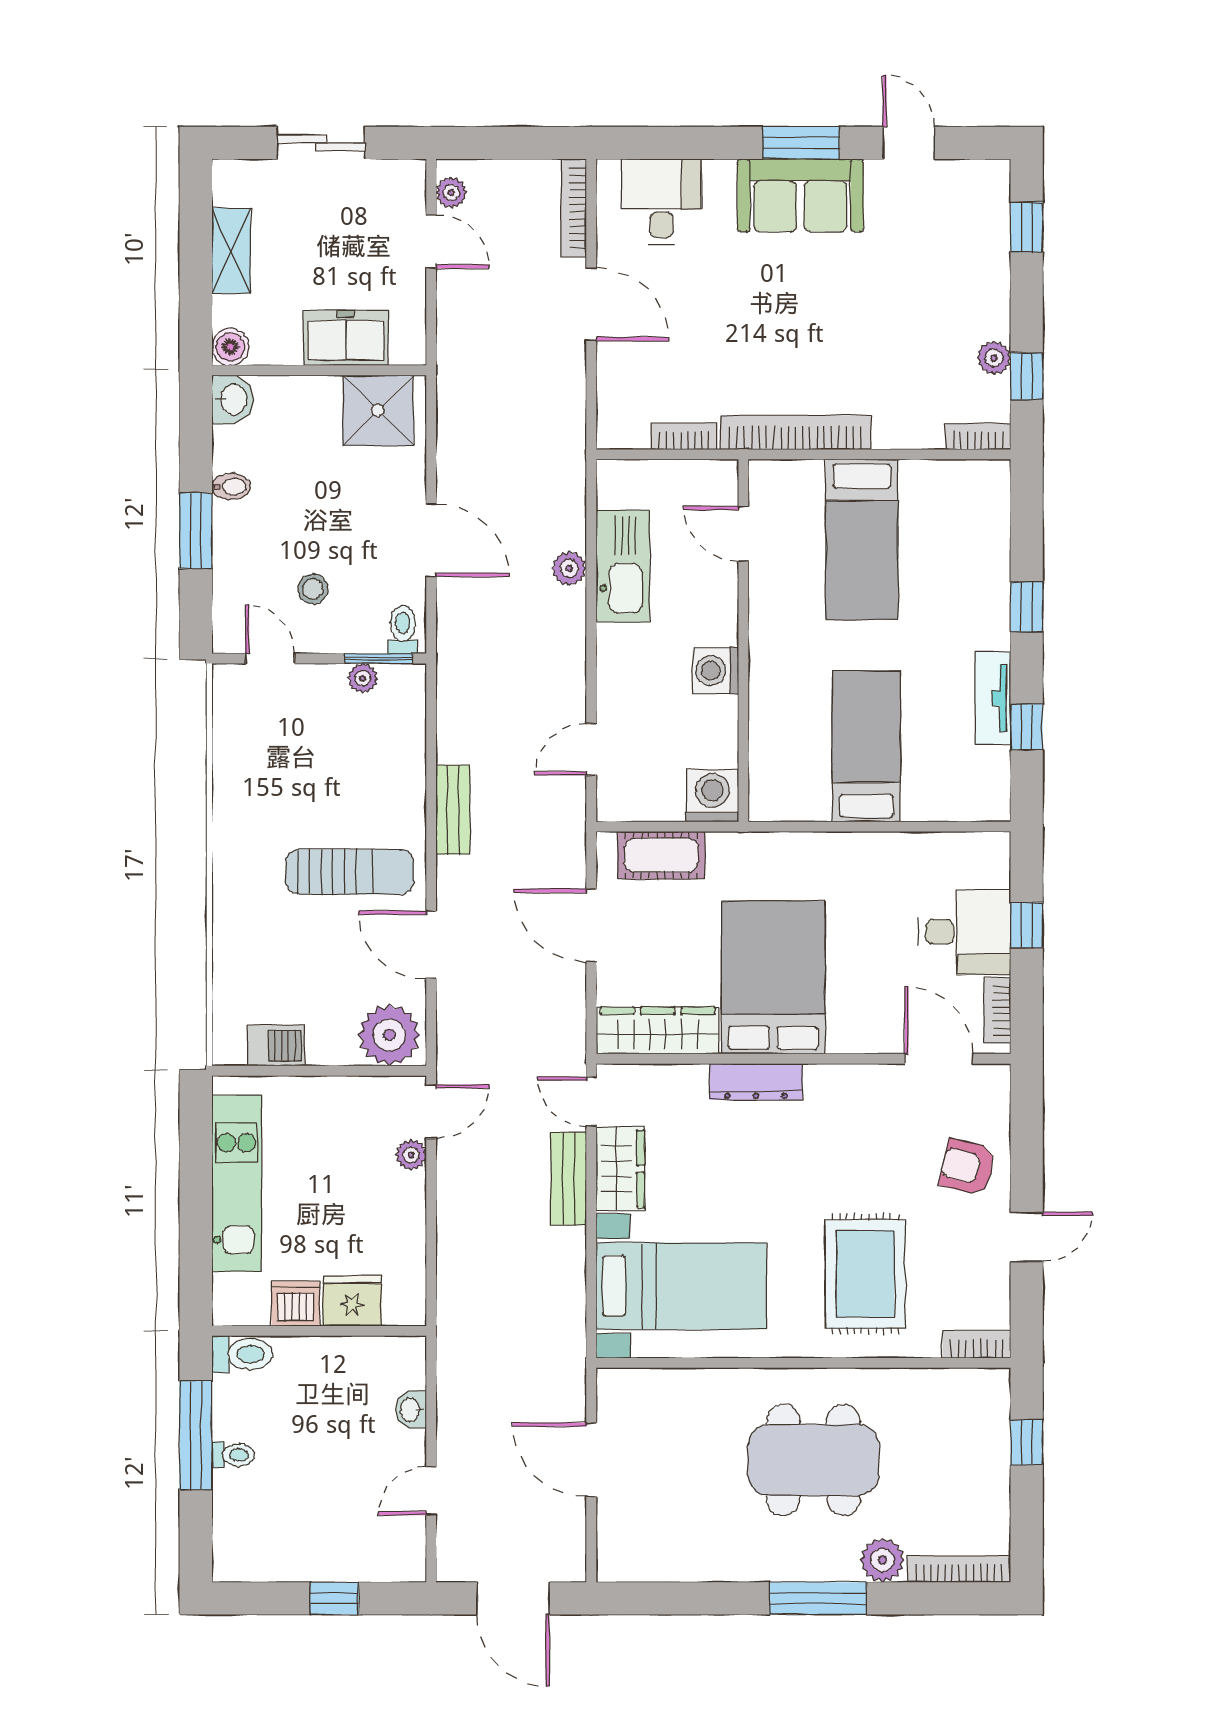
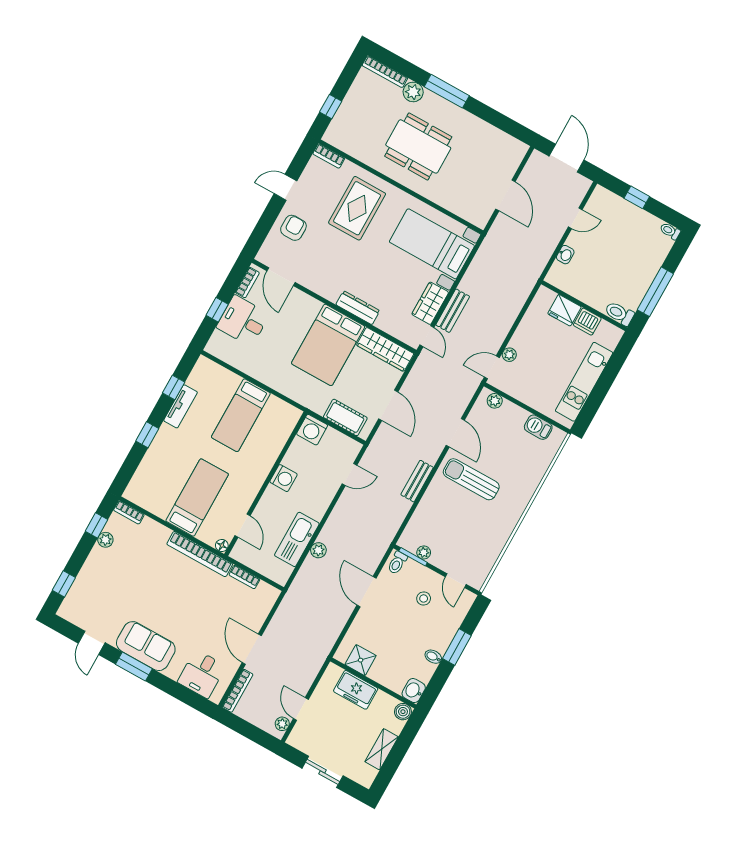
shower: (378, 410) -> (361, 660), width x0.73, depth x0.73
floor lamp: (762, 473) -> (222, 545), added
plant: (389, 1035) -> (495, 401), width x0.53, depth x0.53
armchair: (967, 1167) -> (293, 228), turned -104
toilet: (233, 1455) -> (670, 231), moved

